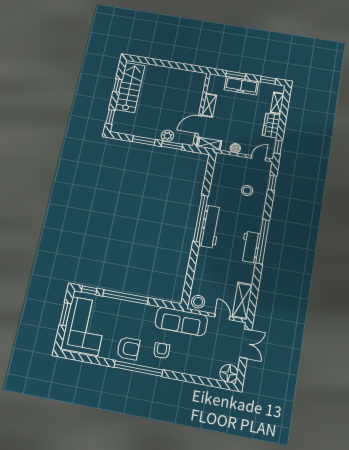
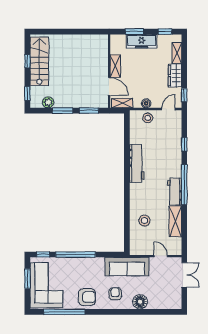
door: (199, 125) -> (109, 87), swing flipped
plant: (167, 136) -> (48, 102), moved
window: (272, 183) -> (184, 144), moved
stool: (247, 190) -> (148, 118), moved
window: (201, 218) -> (127, 174), removed
workbench: (210, 227) -> (137, 164), moved
shelving: (242, 301) -> (175, 221), moved
stool: (198, 302) -> (144, 221), moved
window: (138, 368) -> (64, 312), moved
floor lamp: (229, 373) -> (140, 302), moved

